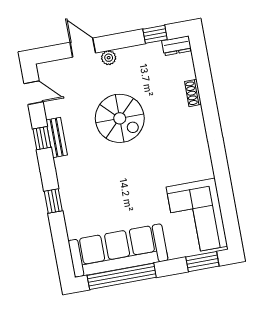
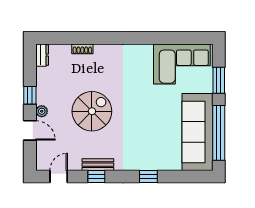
window: (155, 34) -> (30, 95), moved
door: (83, 48) -> (30, 130), swing flipped
window: (202, 262) -> (219, 80), moved

